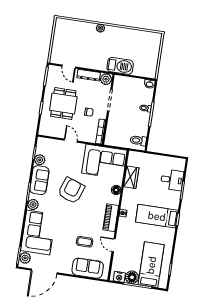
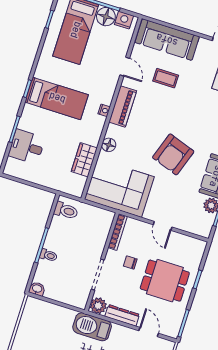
barbecue: (120, 66) -> (92, 327), moved
dining table: (63, 103) -> (165, 281), turned 90
sofa: (88, 268) -> (167, 40), width x1.36

